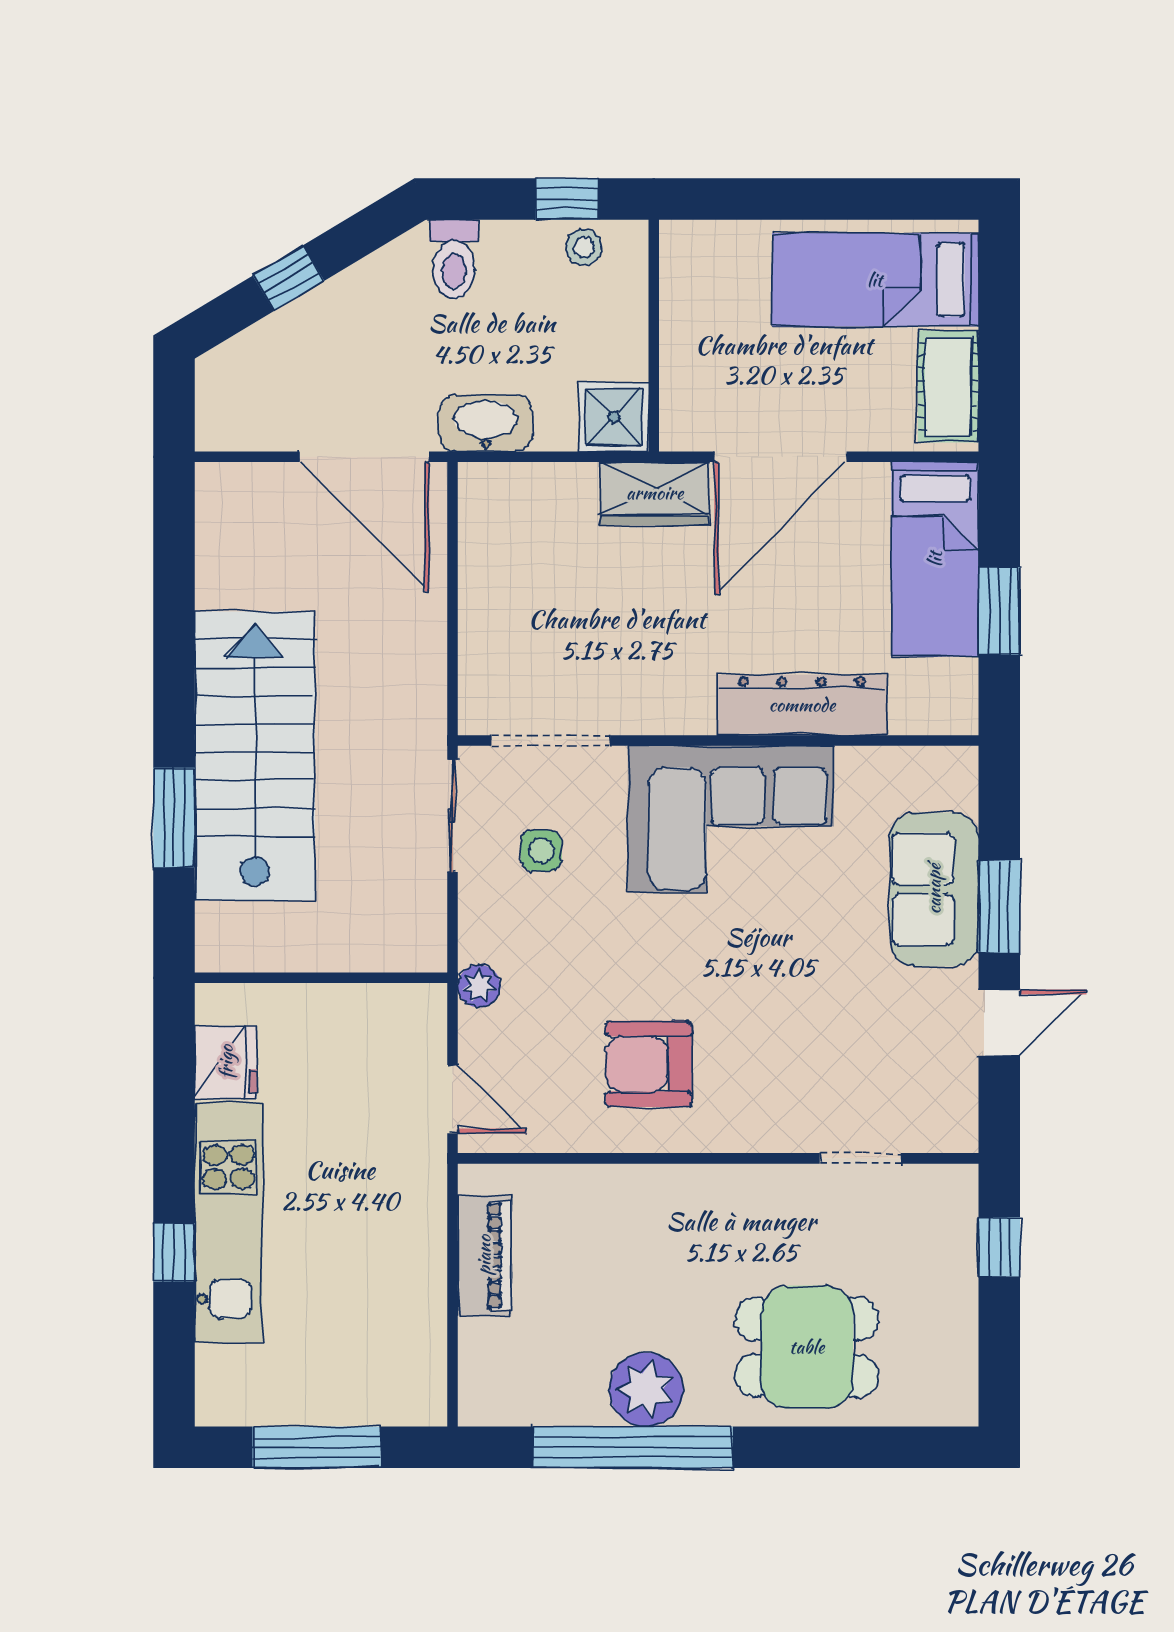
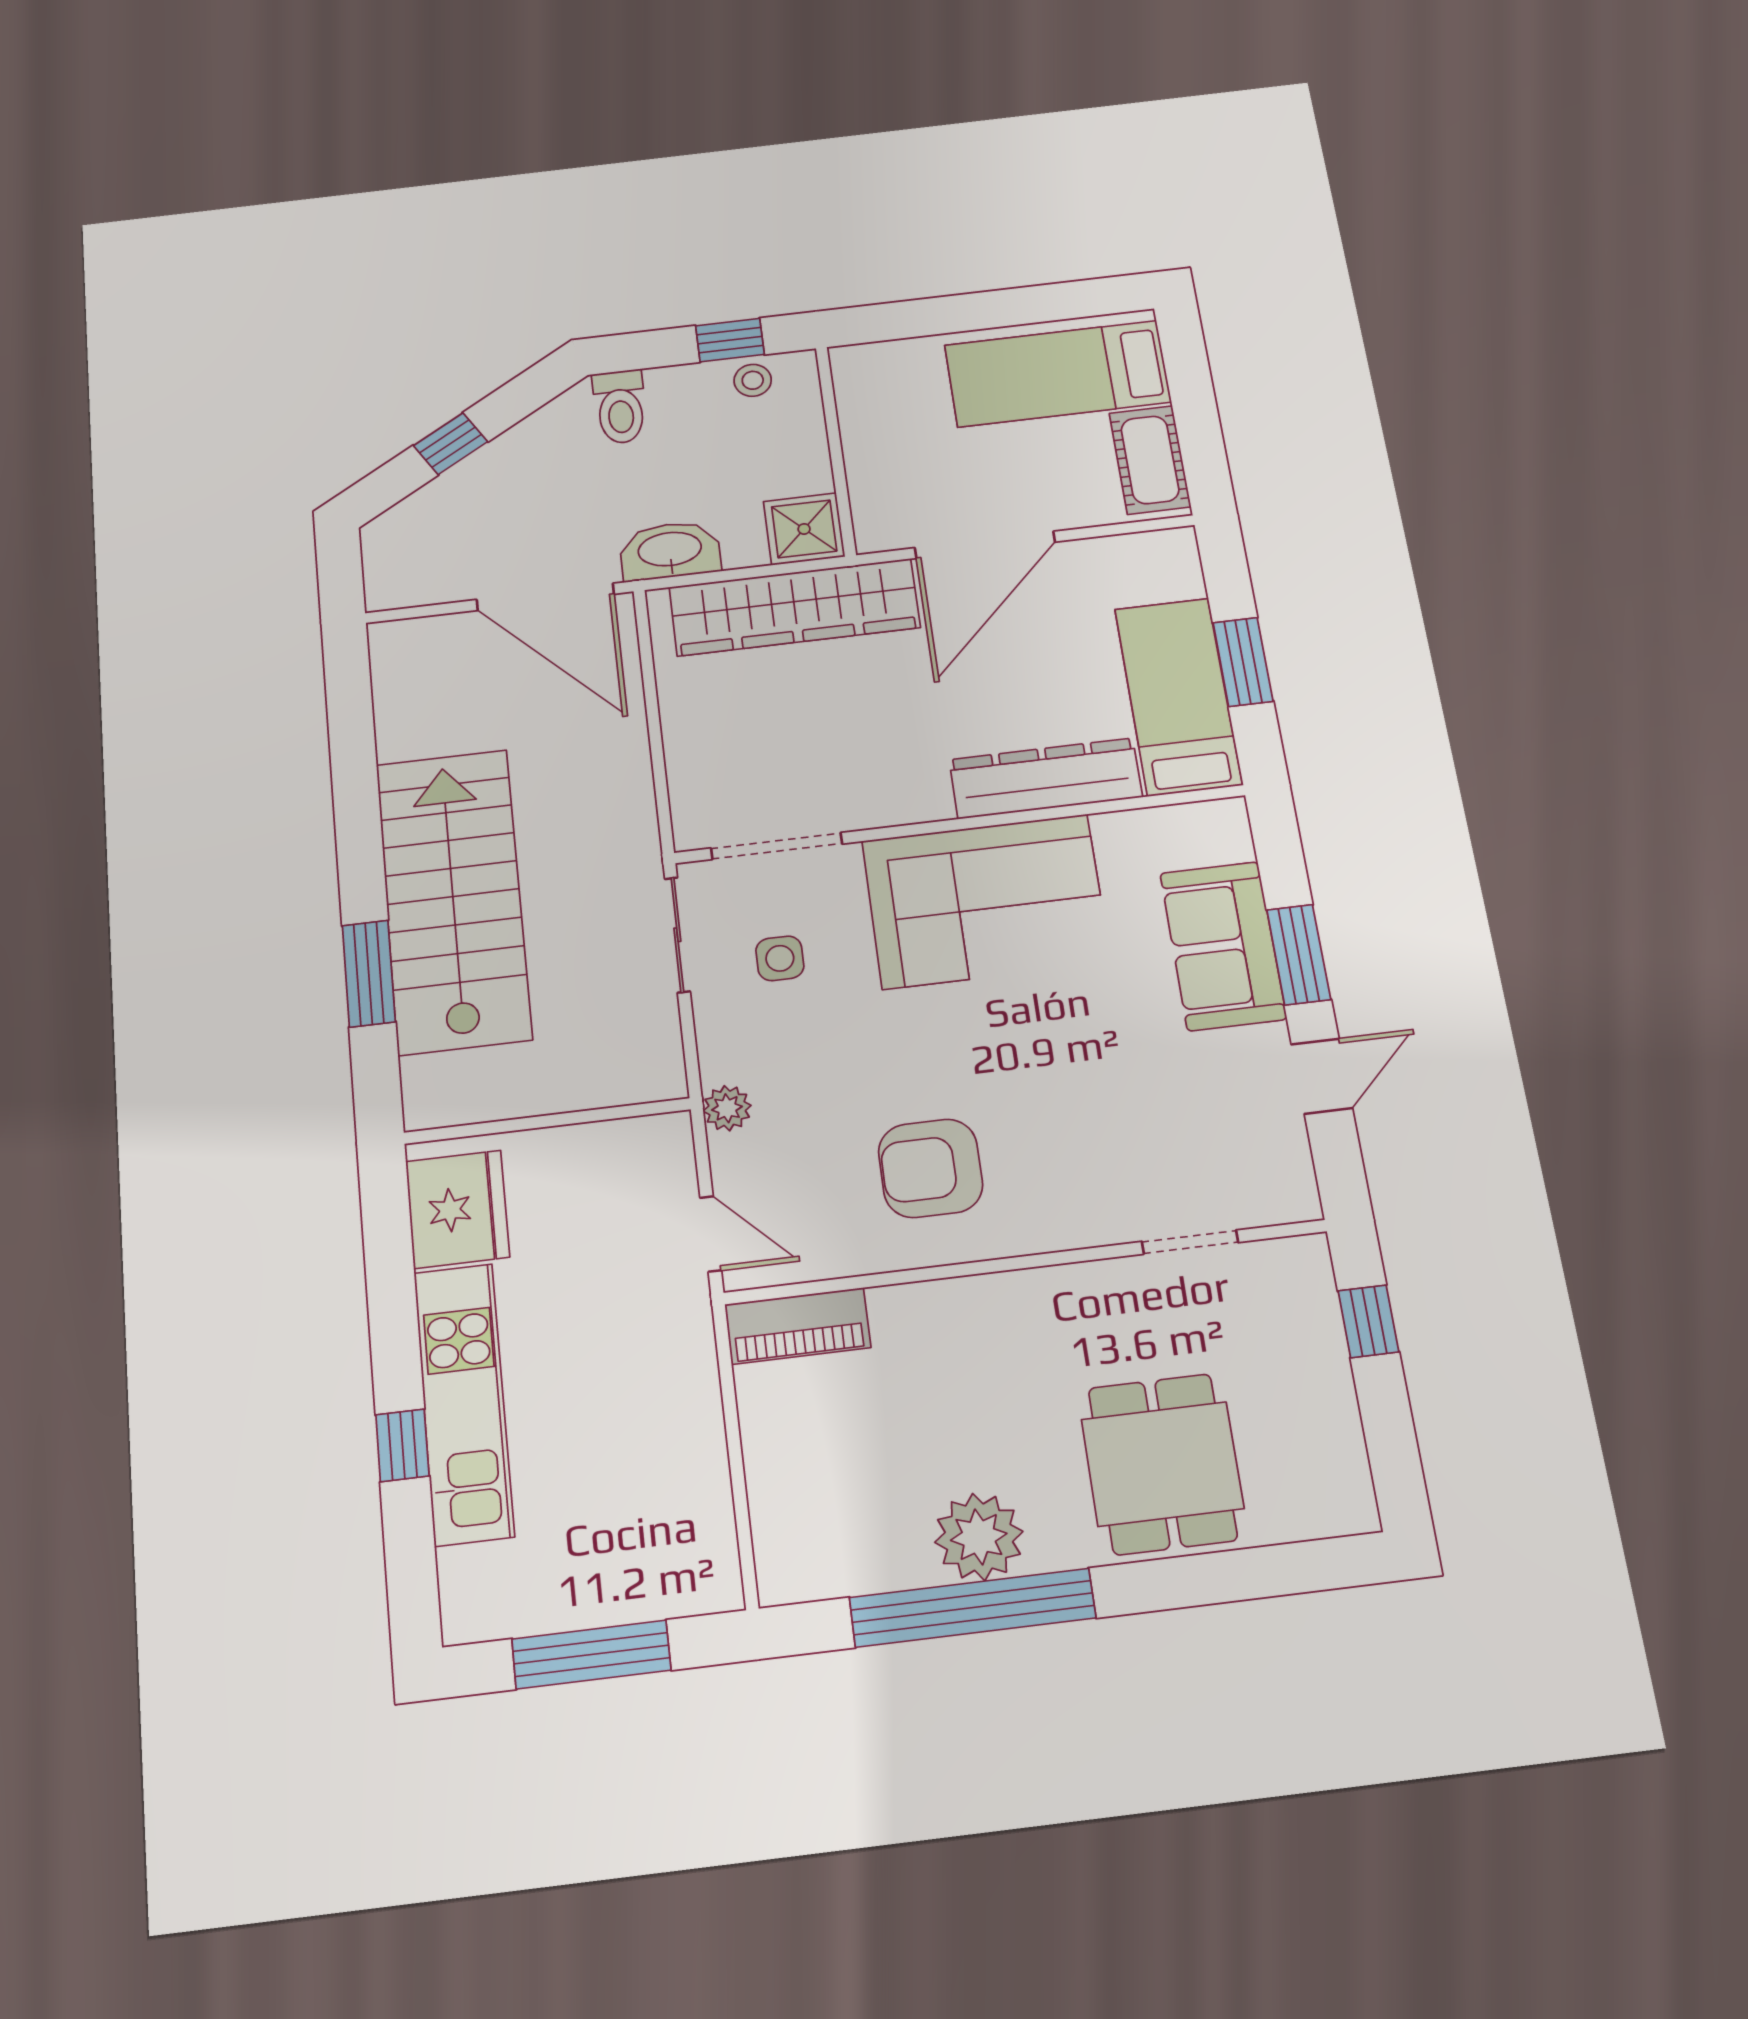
wardrobe: (655, 493) -> (794, 607), width x2.10, depth x1.17
bed: (935, 559) -> (1178, 696), moved, turned 180
fridge: (226, 1062) -> (458, 1209), width x1.36, depth x1.34
piano: (484, 1255) -> (798, 1326), moved, turned 90
dining table: (807, 1347) -> (1162, 1464), turned 90

